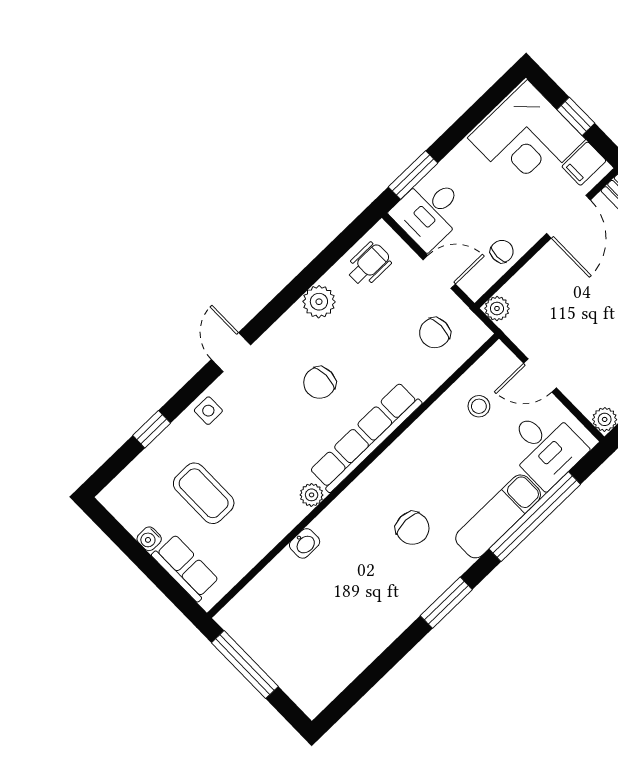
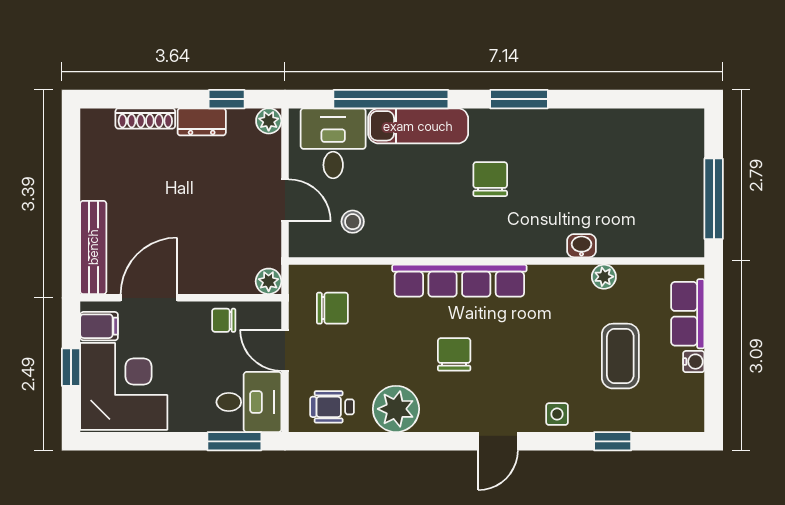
plant: (319, 302) -> (396, 409), width x1.36, depth x1.36
chair: (320, 383) -> (454, 354), turned -90
plant: (312, 495) -> (604, 277), moved

